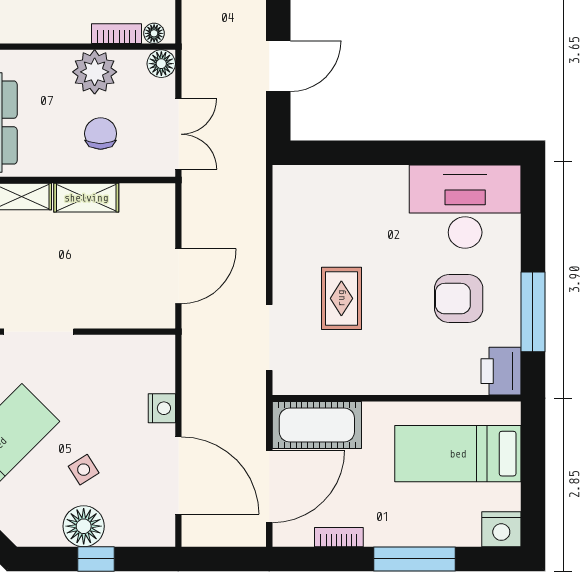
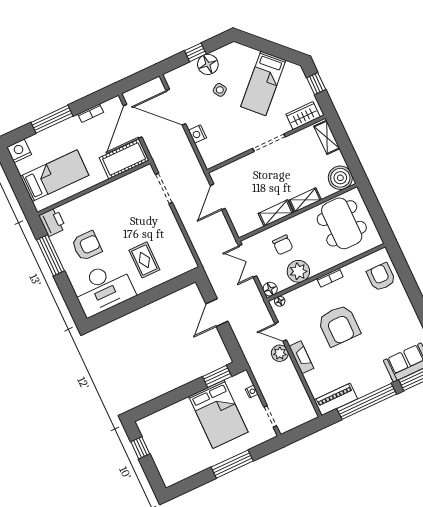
bookcase: (116, 34) -> (330, 278), moved
rug: (341, 298) -> (144, 260), moved

